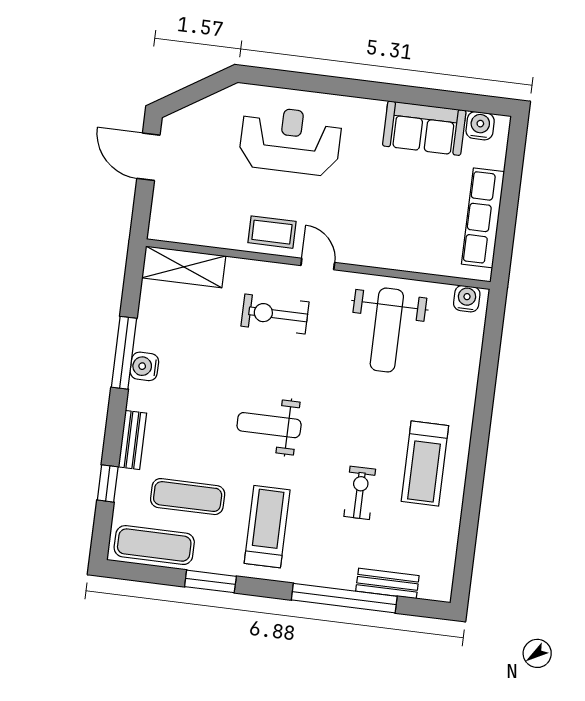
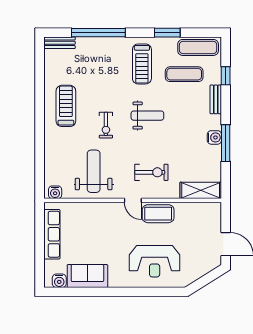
coffee table: (272, 232) -> (158, 214), width x1.36, depth x1.30
exercise bike: (360, 493) -> (106, 125), moved
bench: (387, 583) -> (59, 43), moved

